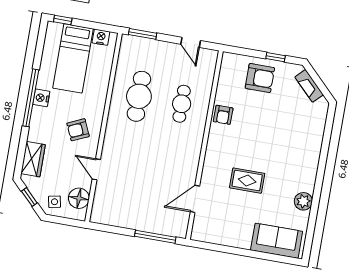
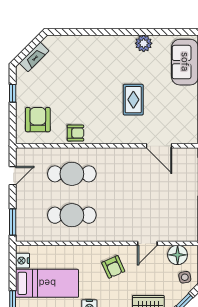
armchair: (260, 78) -> (38, 120), moved
cafe table: (182, 104) -> (72, 174), width x1.37, depth x1.35

